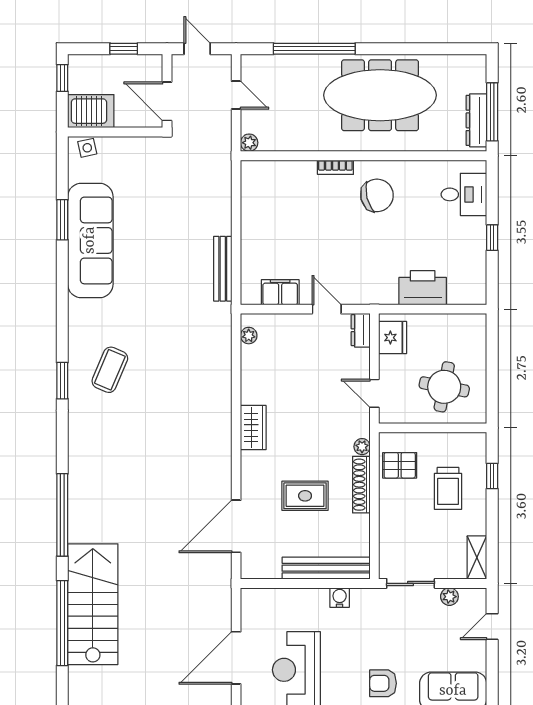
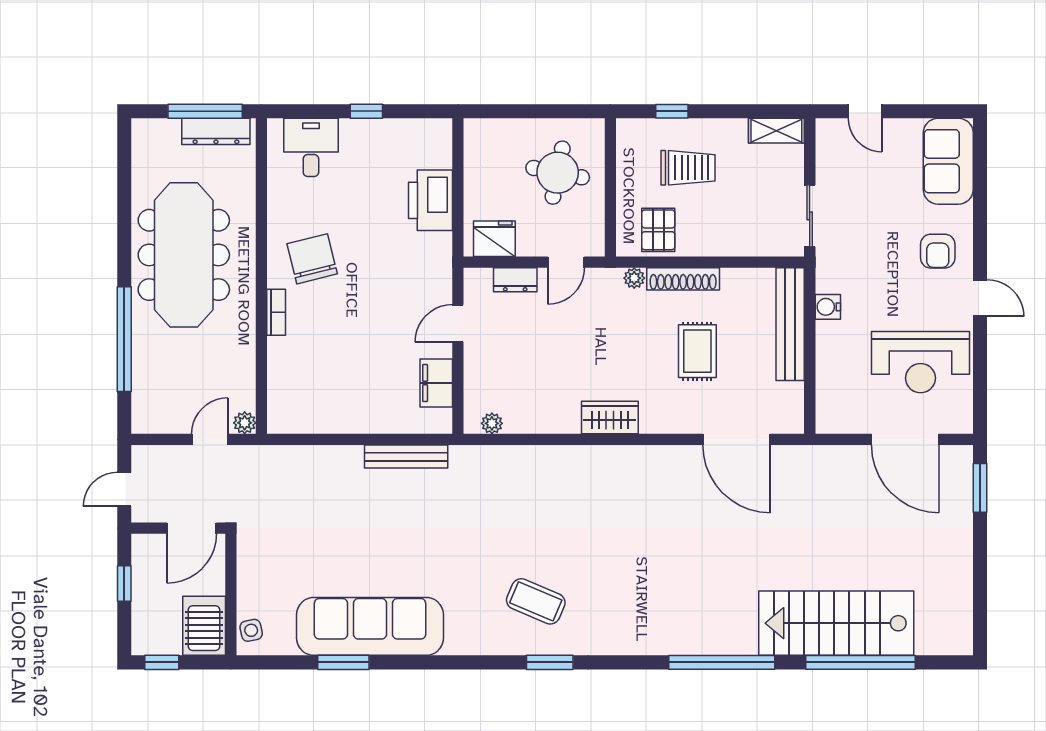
door: (236, 95) -> (210, 439), moved
dresser: (361, 330) -> (515, 280), moved
plant: (449, 597) -> (827, 166), removed

